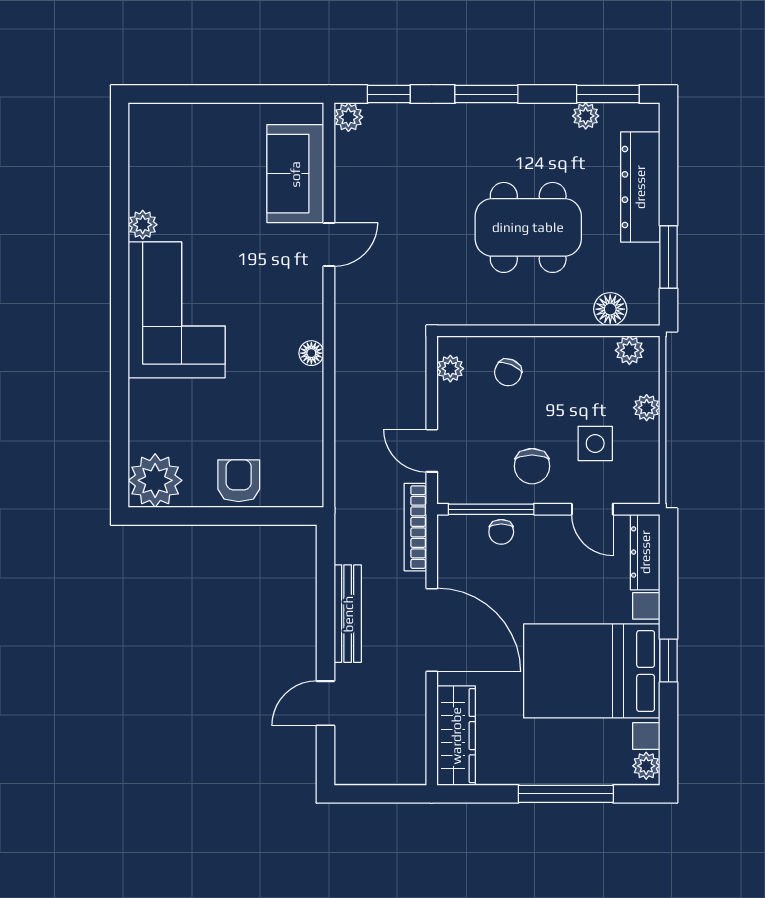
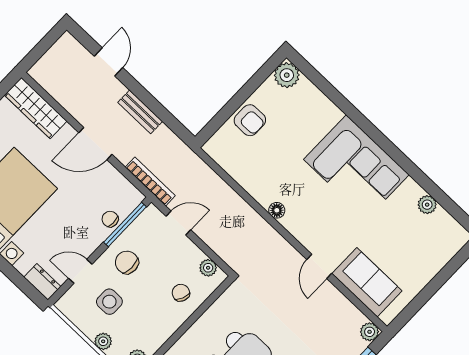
plant: (143, 225) -> (427, 205), moved
plant: (155, 480) -> (287, 75), width x0.73, depth x0.73
dresser: (645, 552) -> (42, 282), width x0.70
bench: (348, 614) -> (140, 112), width x0.73
door: (432, 630) -> (95, 144), width x0.73

